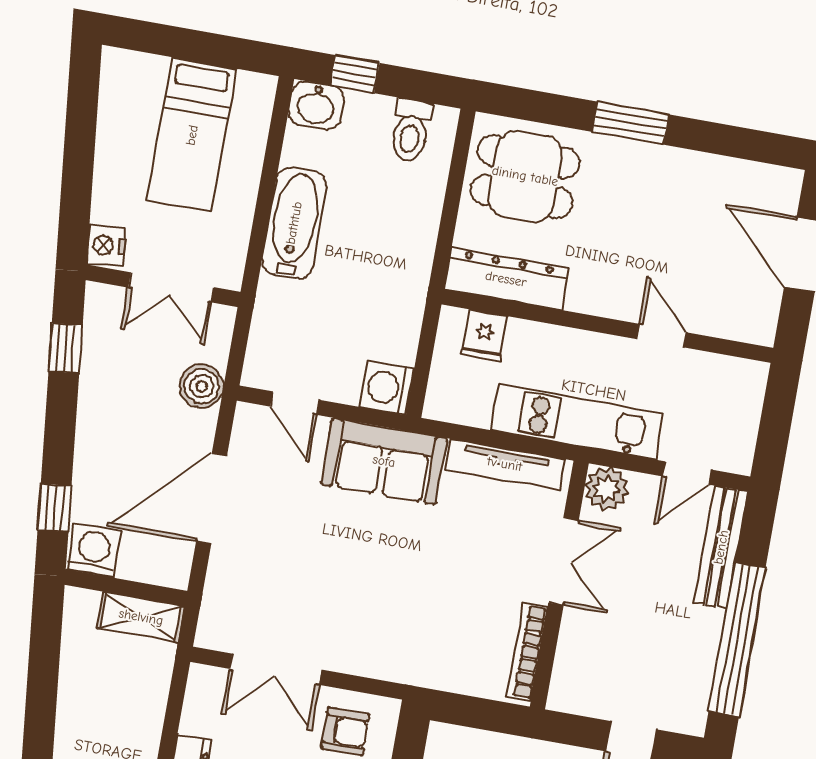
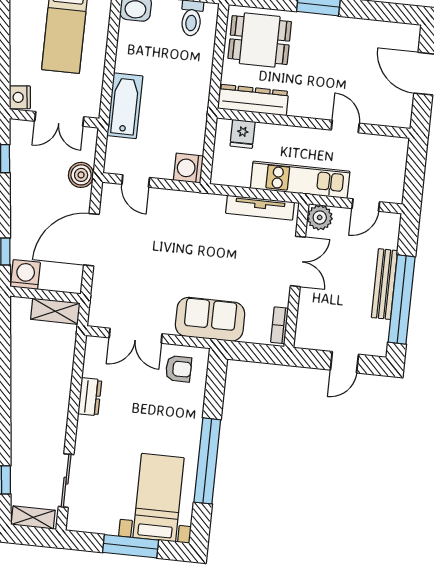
bathtub: (294, 223) -> (125, 106), moved
sofa: (384, 461) -> (210, 319), moved, turned 180
bench: (721, 547) -> (384, 284), moved
bookcase: (527, 652) -> (279, 325), width x0.64

